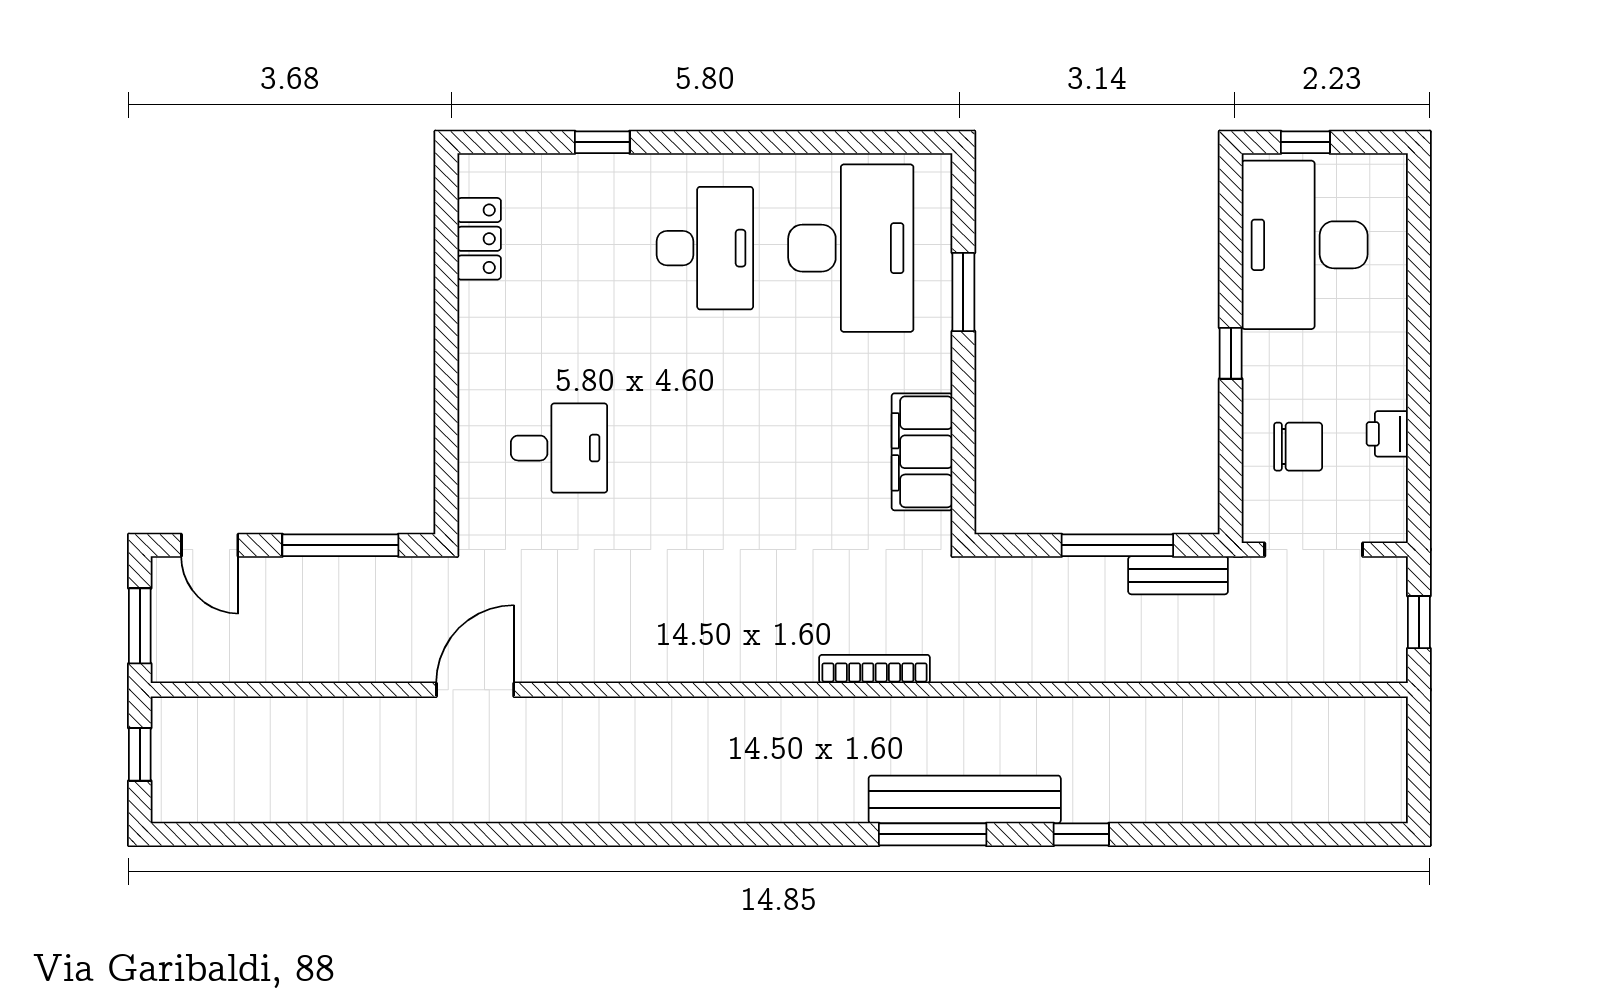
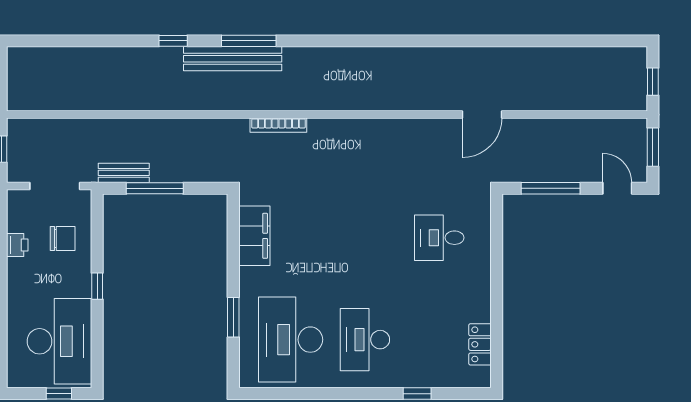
chair: (1298, 447) -> (63, 238), turned 180

